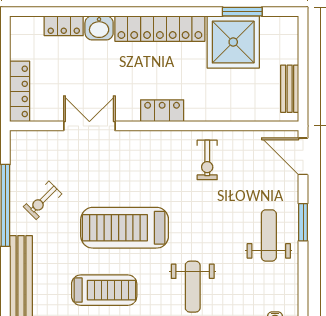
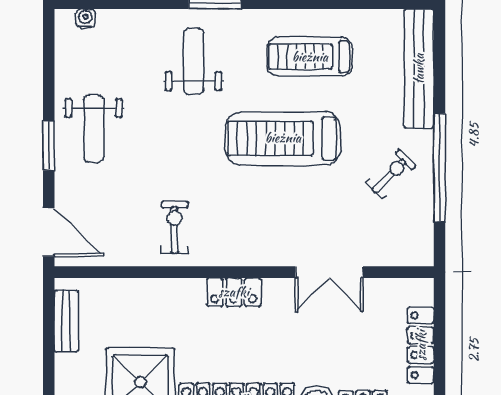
locker: (20, 91) -> (421, 345), moved
treadmill: (125, 228) -> (283, 138), turned 180

